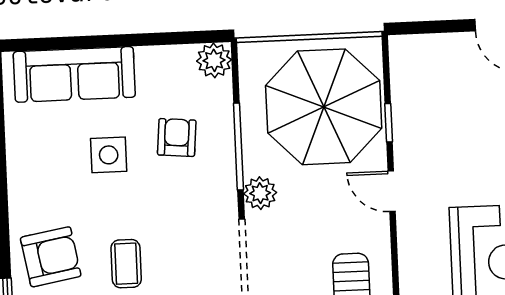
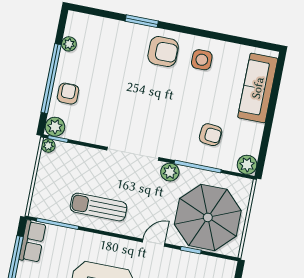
side table: (109, 155) -> (202, 60), moved
armchair: (51, 257) -> (163, 52), turned -80
coffee table: (126, 264) -> (150, 91), removed

